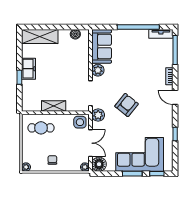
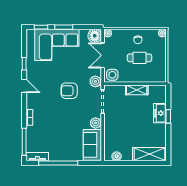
freezer: (29, 69) -> (160, 113), moved
door: (175, 97) -> (24, 86), moved
armchair: (127, 105) -> (69, 91), turned 51
cafe table: (41, 128) -> (140, 58), moved

